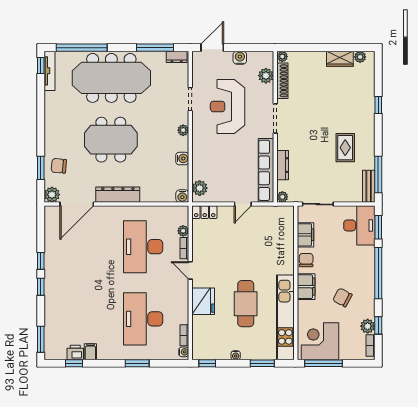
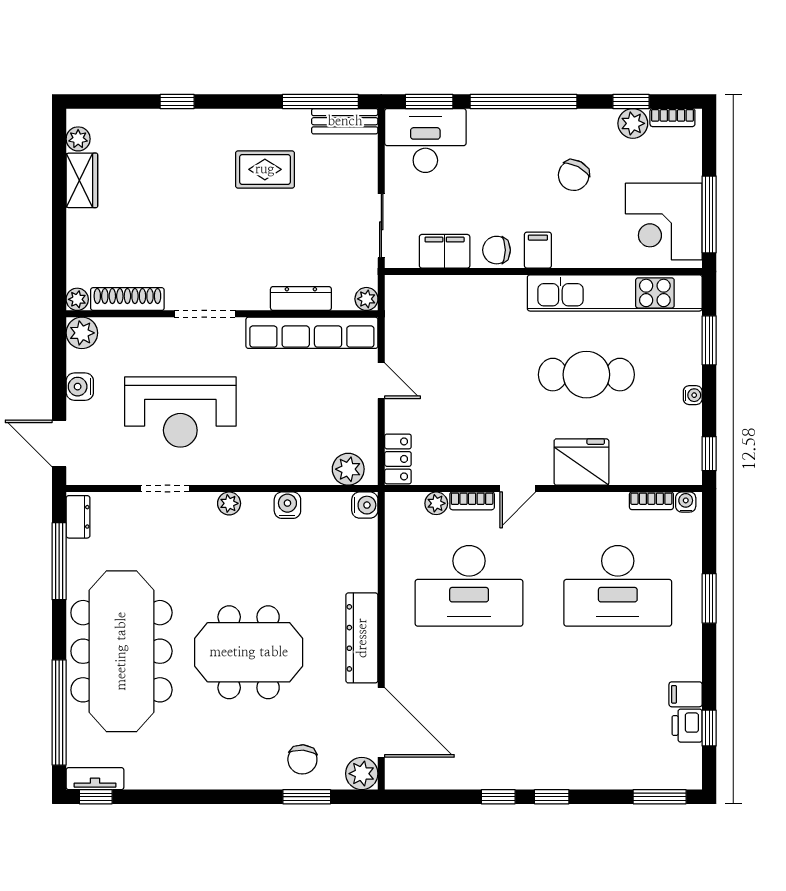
tv unit: (49, 71) -> (95, 779), width x0.71
plant: (266, 76) -> (82, 333), moved
meeting table: (111, 140) -> (249, 652), turned 90
filing cabinet: (306, 287) -> (538, 250), width x0.50

